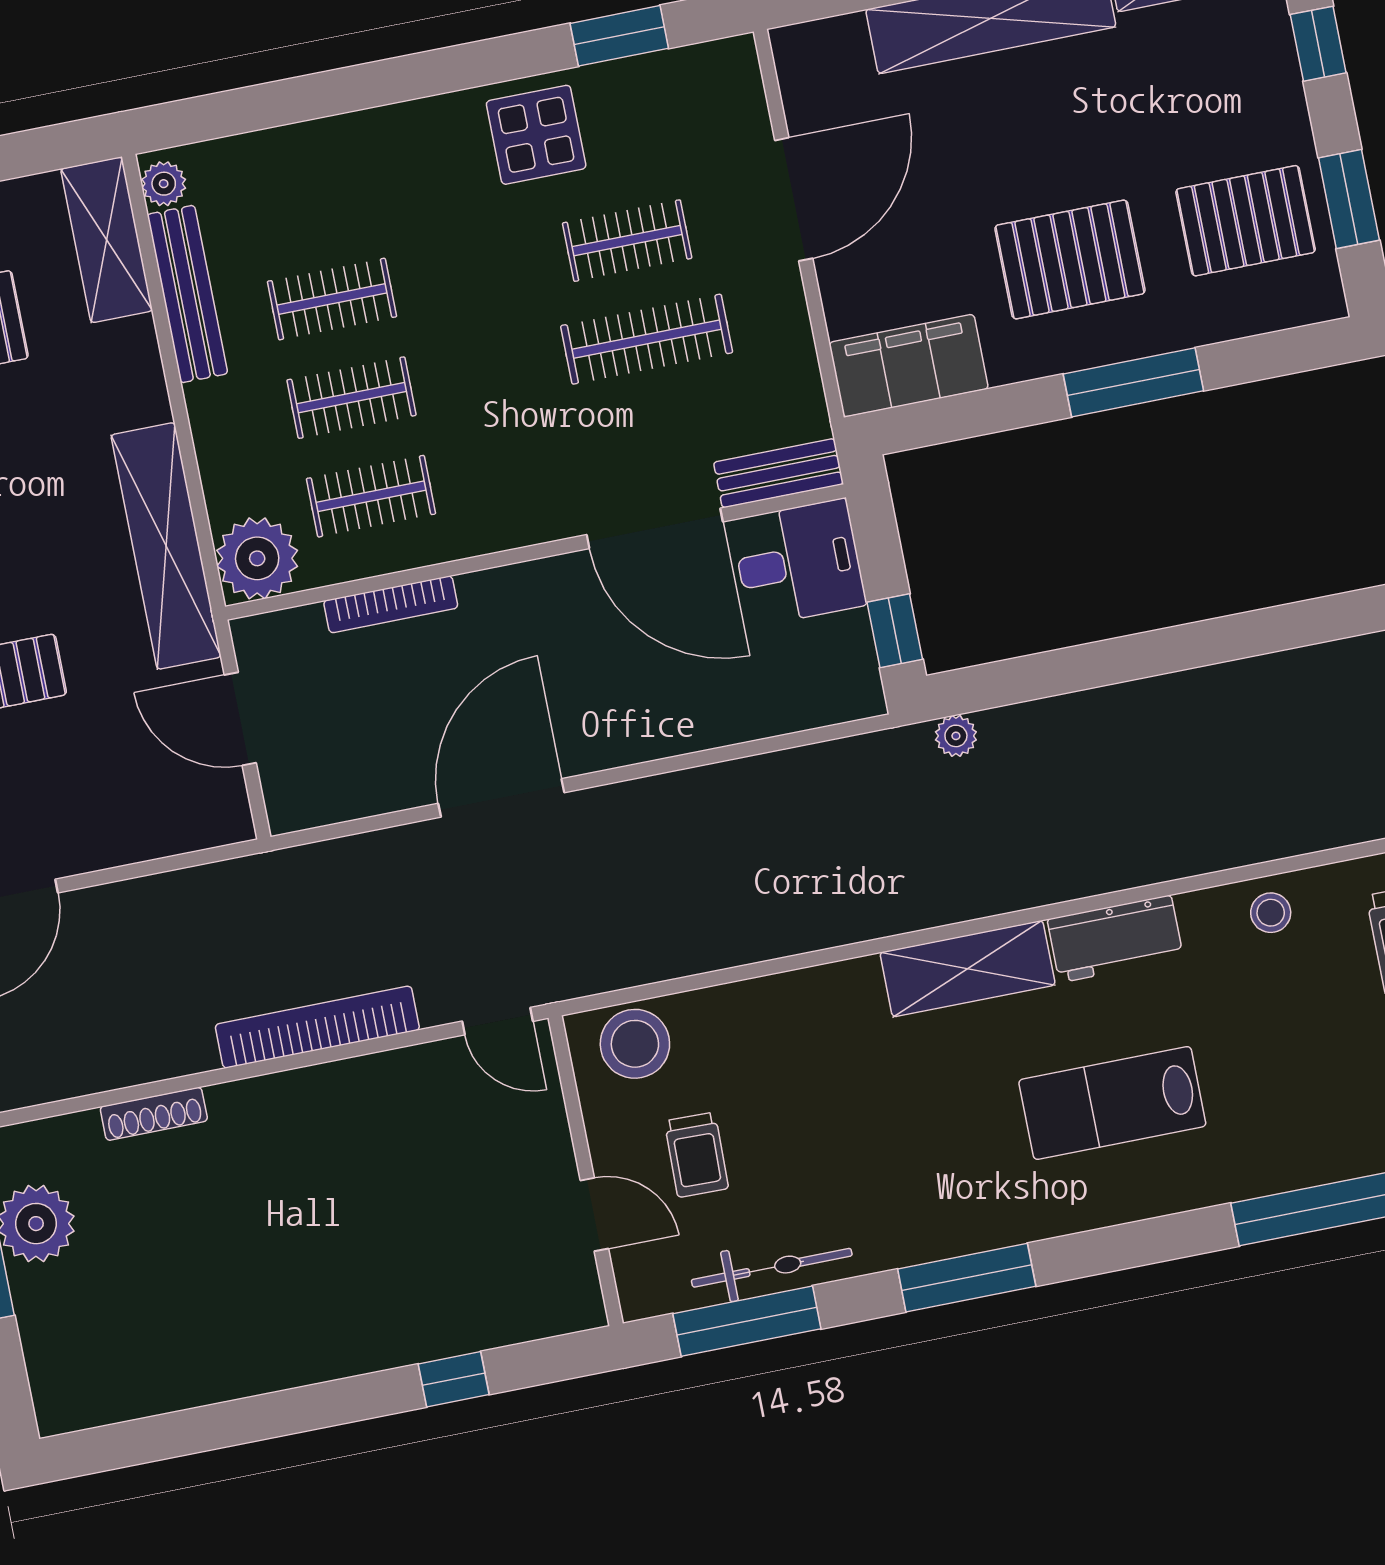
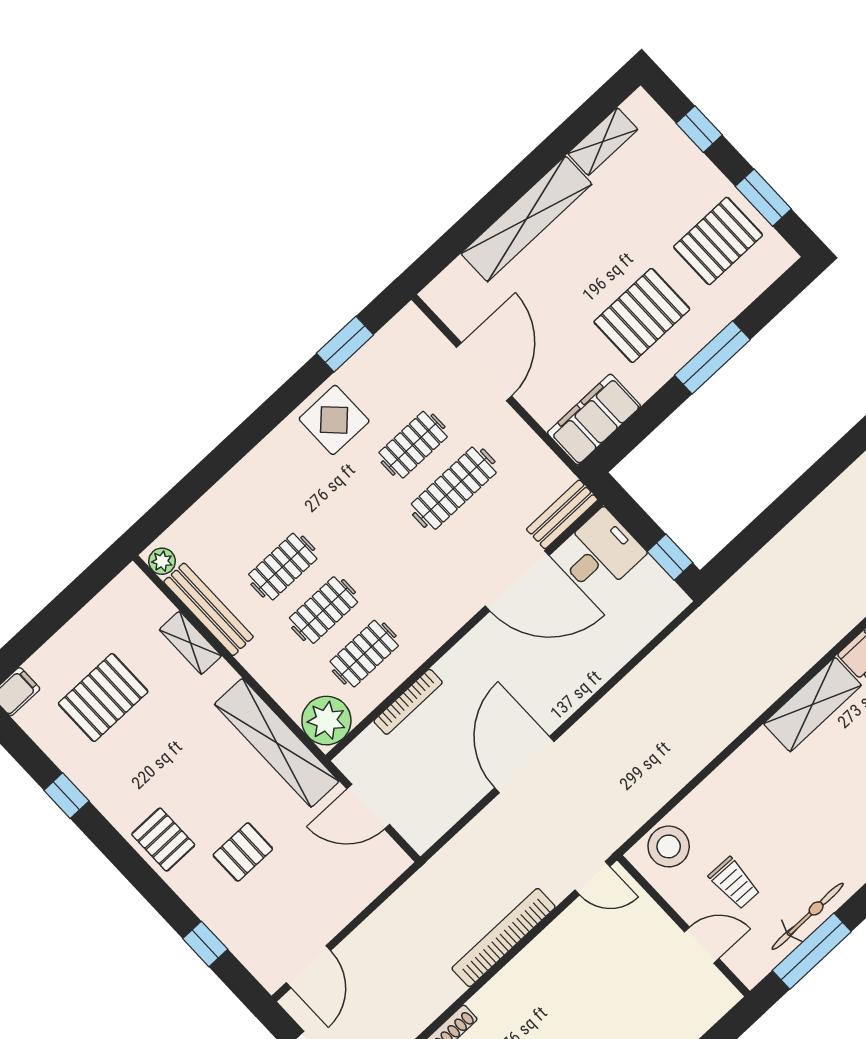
shelving: (107, 240) -> (190, 643), moved, width x0.67, depth x0.75
plant: (956, 736) -> (734, 591), removed

